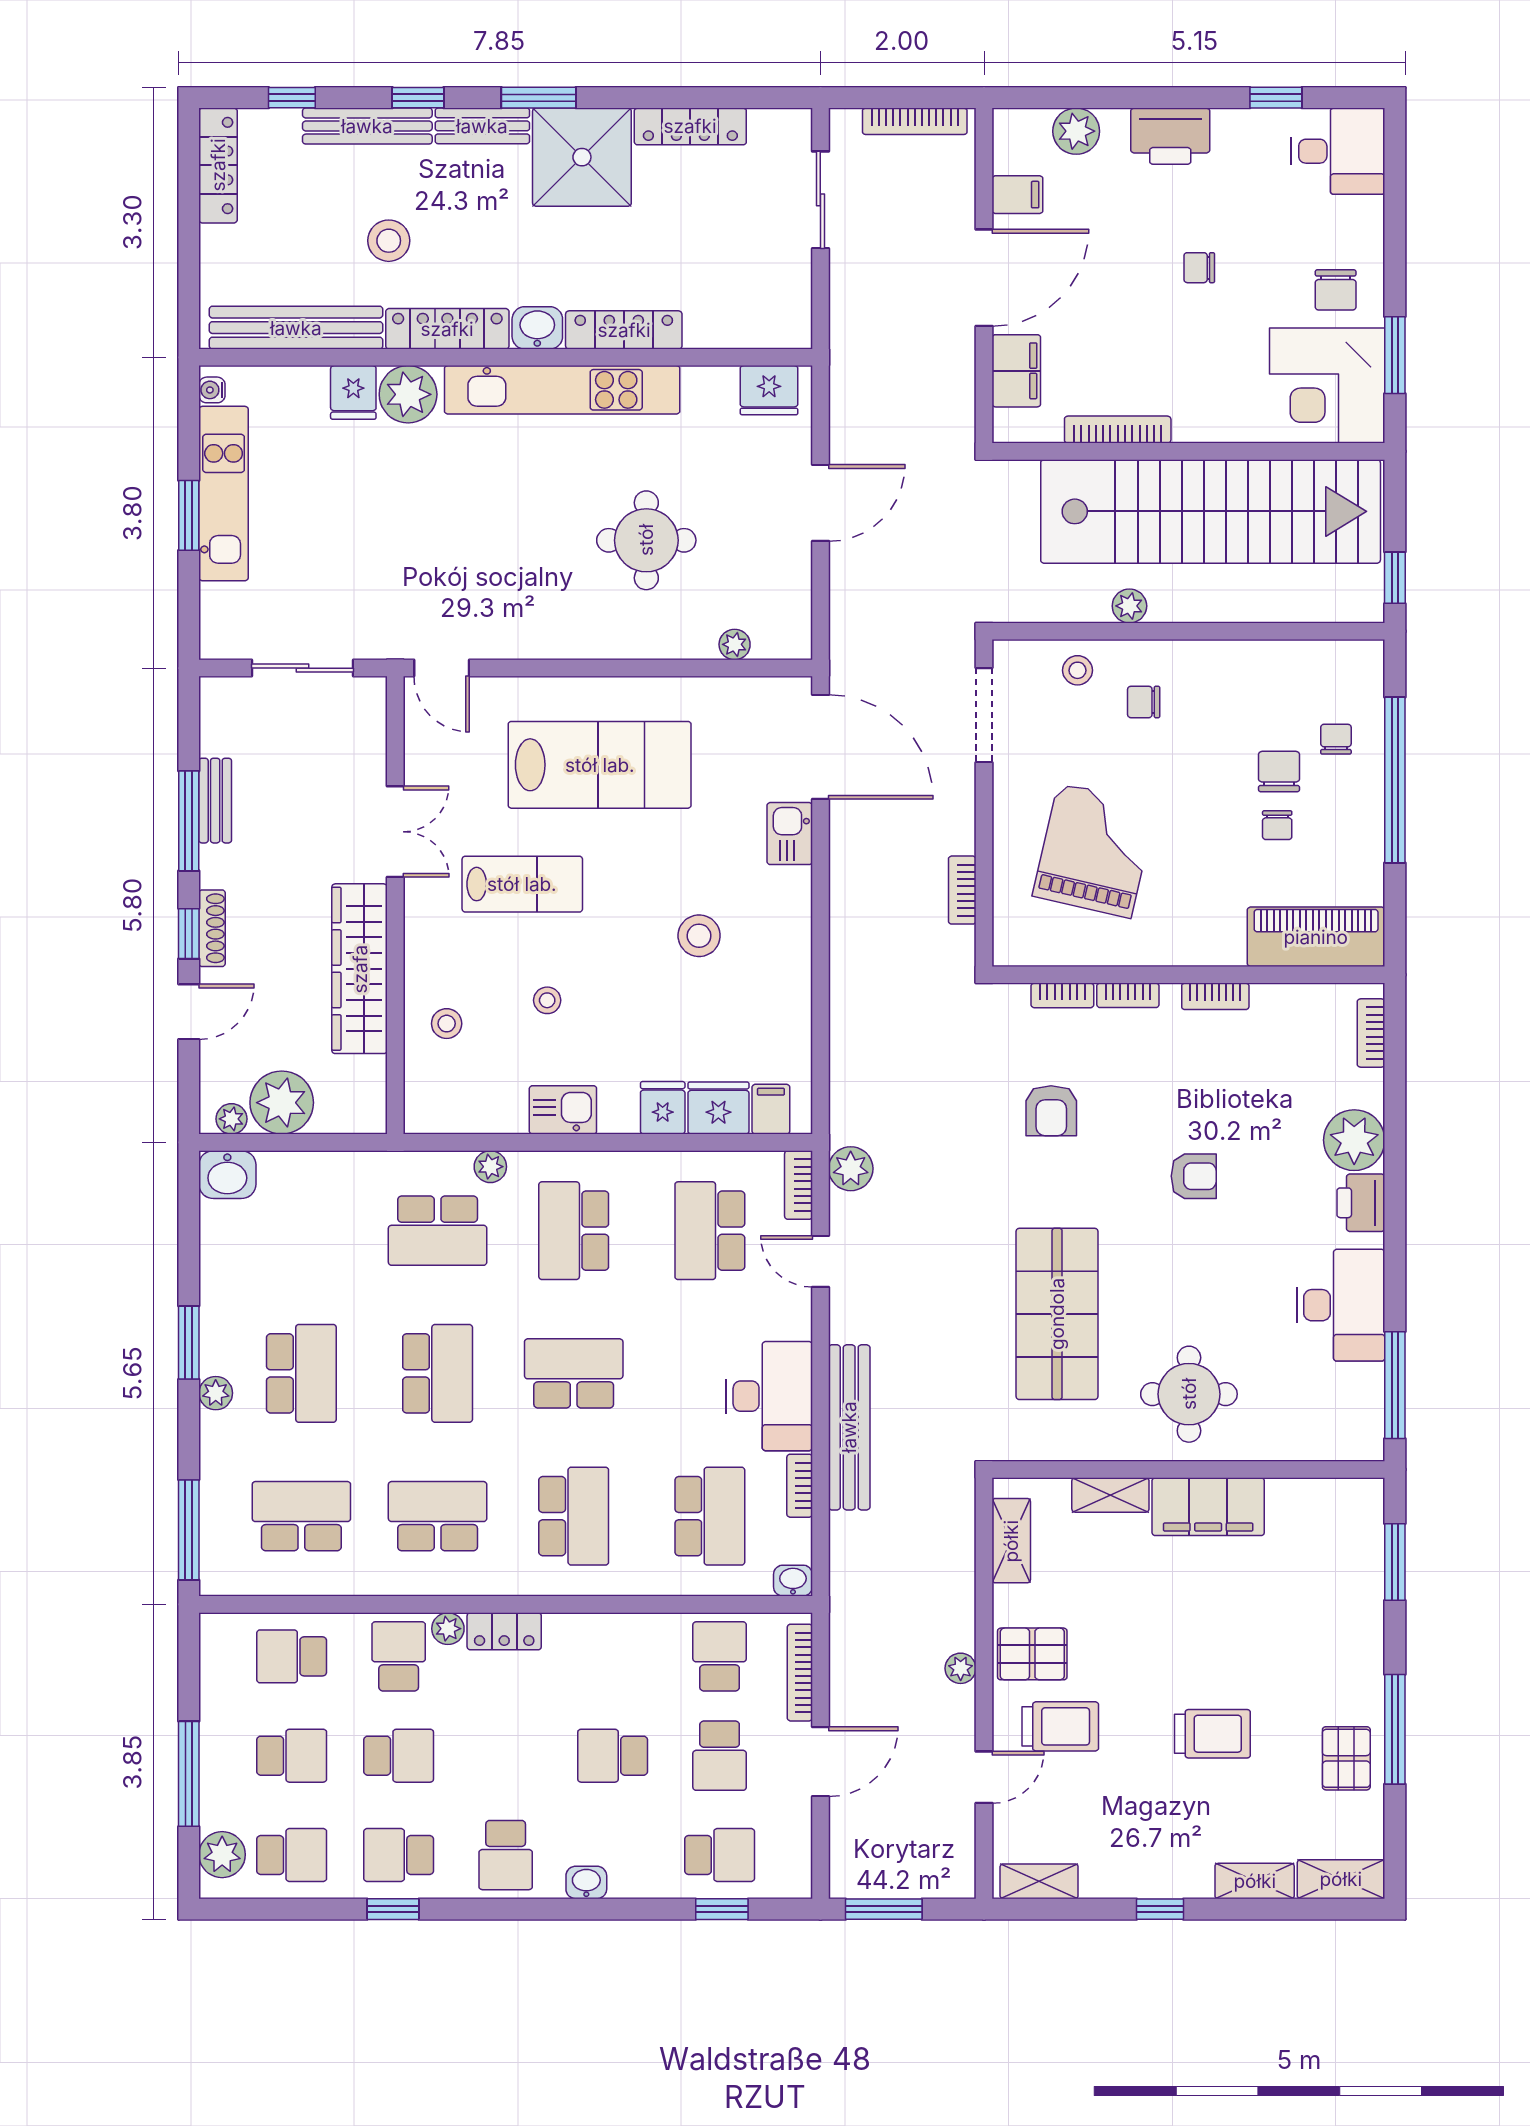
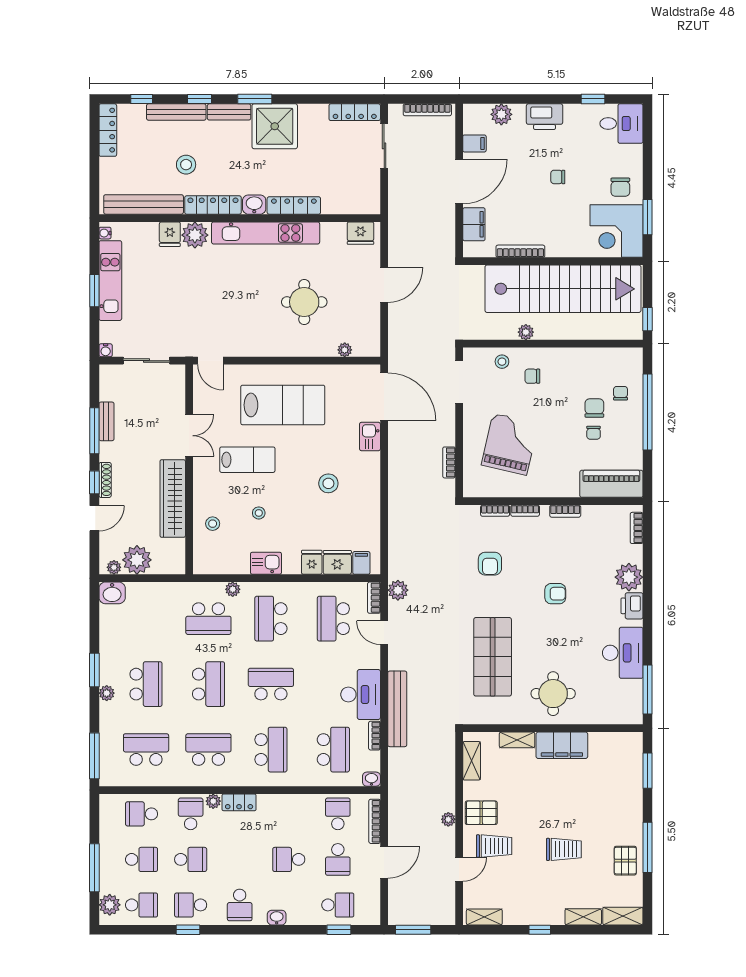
locker: (690, 126) -> (355, 112), moved
water cooler: (213, 646) -> (106, 350), added

